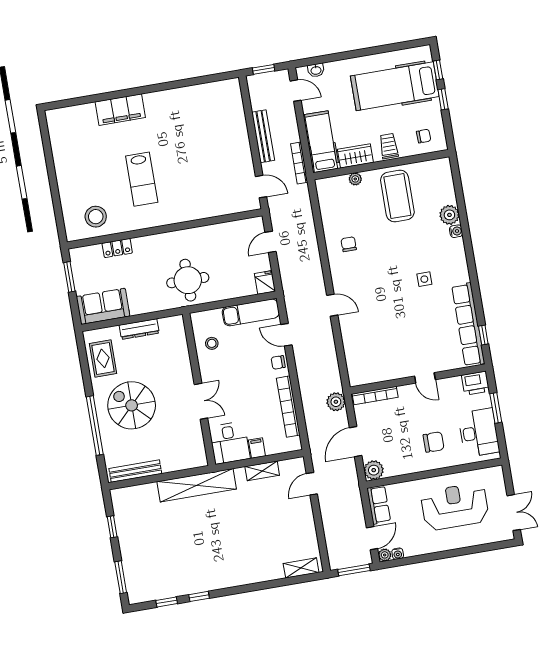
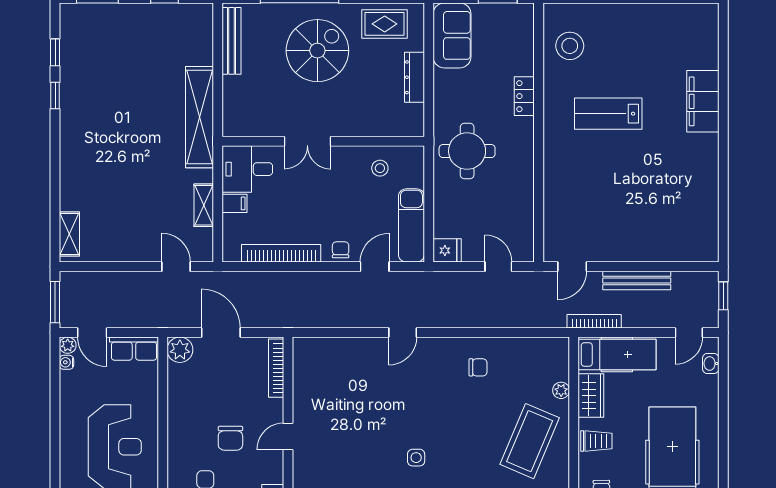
coffee table: (397, 196) -> (530, 441), turned -67
locker: (117, 248) -> (524, 96), moved
plant: (336, 402) -> (277, 316), removed
chair: (434, 442) -> (230, 438), moved

